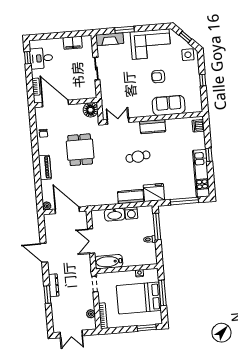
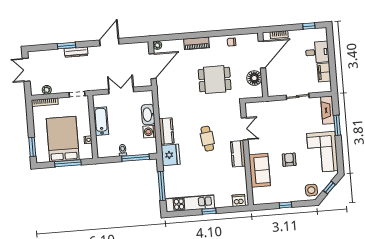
desk: (41, 58) -> (317, 52), moved, turned 90
floor lamp: (91, 110) -> (254, 78), moved
double door: (118, 121) -> (245, 129), moved
bathtub: (109, 262) -> (101, 121), moved

